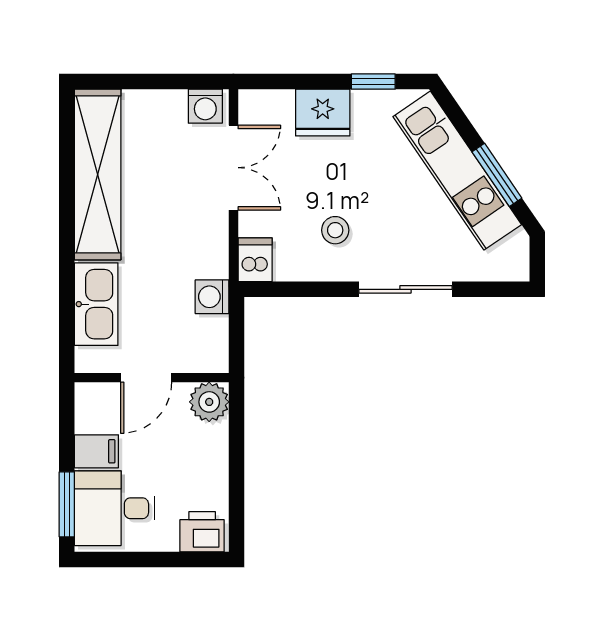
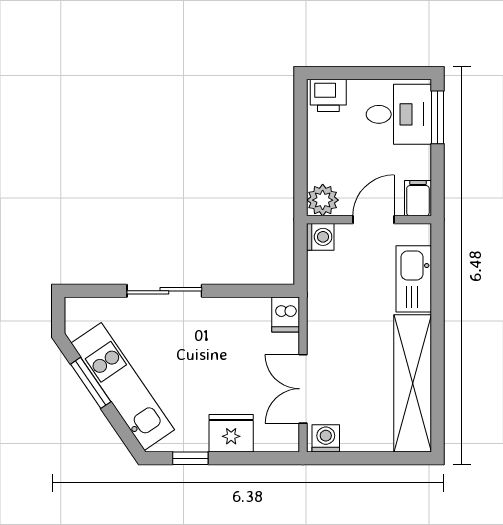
stool: (335, 230) -> (221, 338), removed
washing machine: (212, 297) -> (320, 237), moved
filing cabinet: (96, 451) -> (418, 198), moved, turned 90

